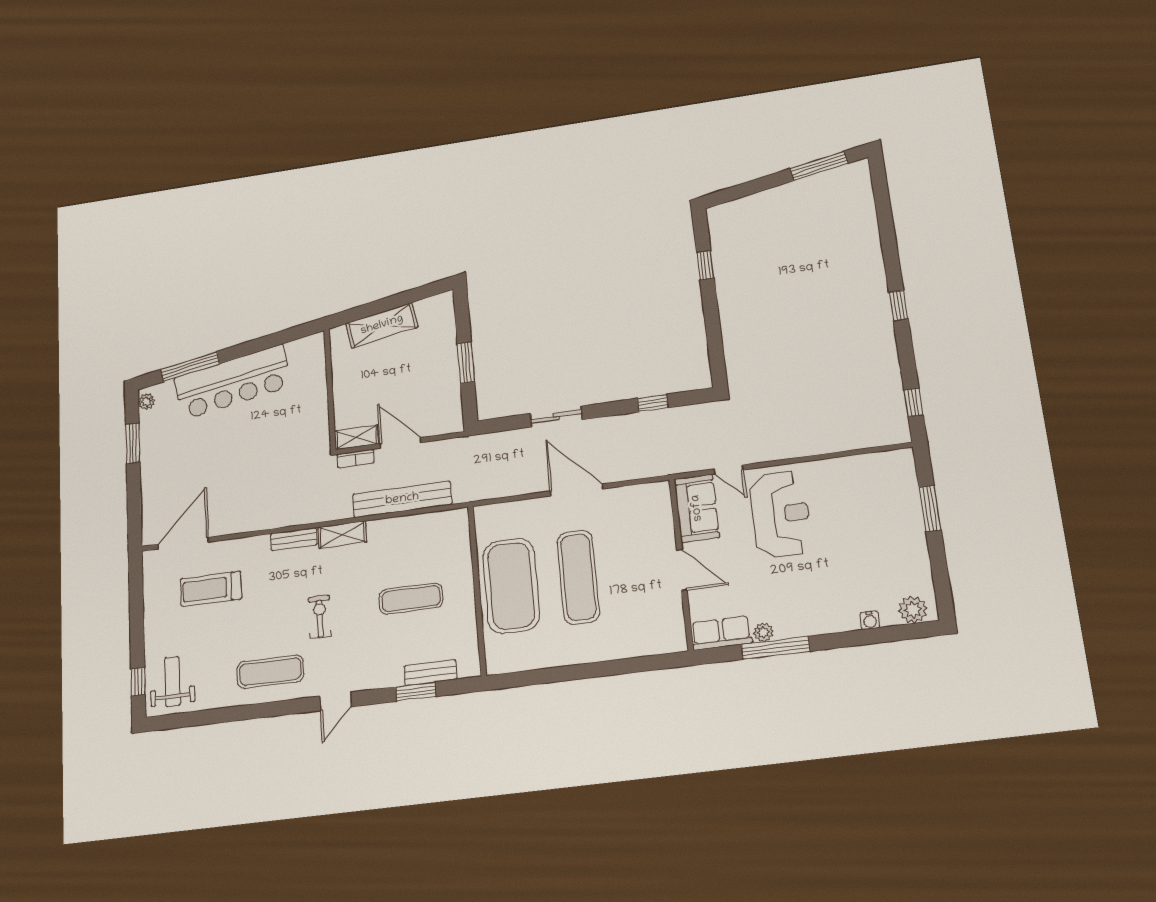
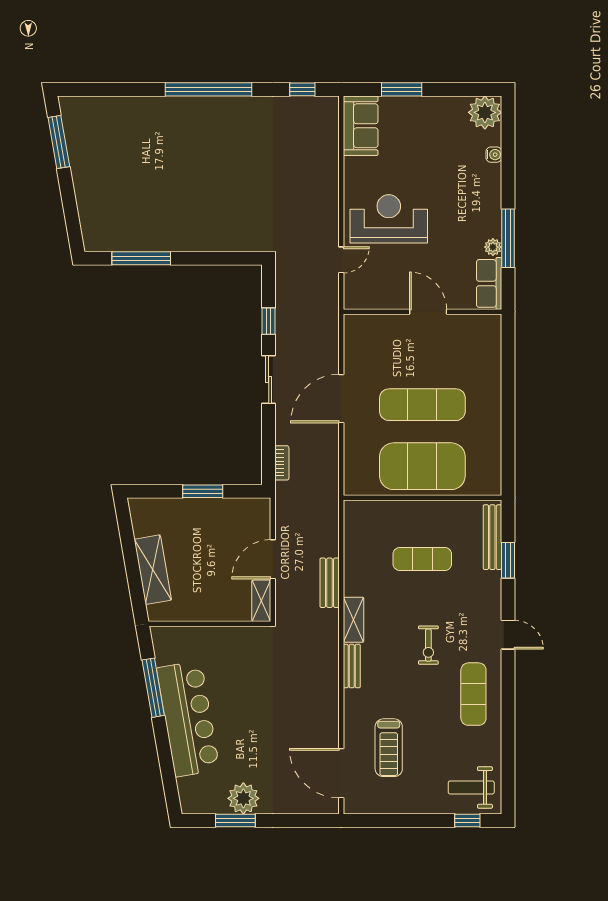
window: (705, 265) -> (141, 258), width x2.17
window: (898, 305) -> (208, 89), width x3.17
window: (190, 367) -> (153, 688), moved
plant: (147, 402) -> (243, 798), moved, width x1.87, depth x1.87
sliding door: (556, 417) -> (269, 379), moved
bookcase: (355, 459) -> (282, 463), moved
bench: (402, 499) -> (330, 583), width x0.54, depth x0.82
sofa: (697, 508) -> (361, 126), moved, turned 90
door: (682, 570) -> (428, 312), hinge flipped
exercise mat: (411, 599) -> (422, 559), turned 90
plant: (913, 610) -> (485, 112), width x1.36, depth x1.36
exercise bike: (320, 617) -> (428, 645), turned -90
bench: (430, 673) -> (492, 537), width x1.36

